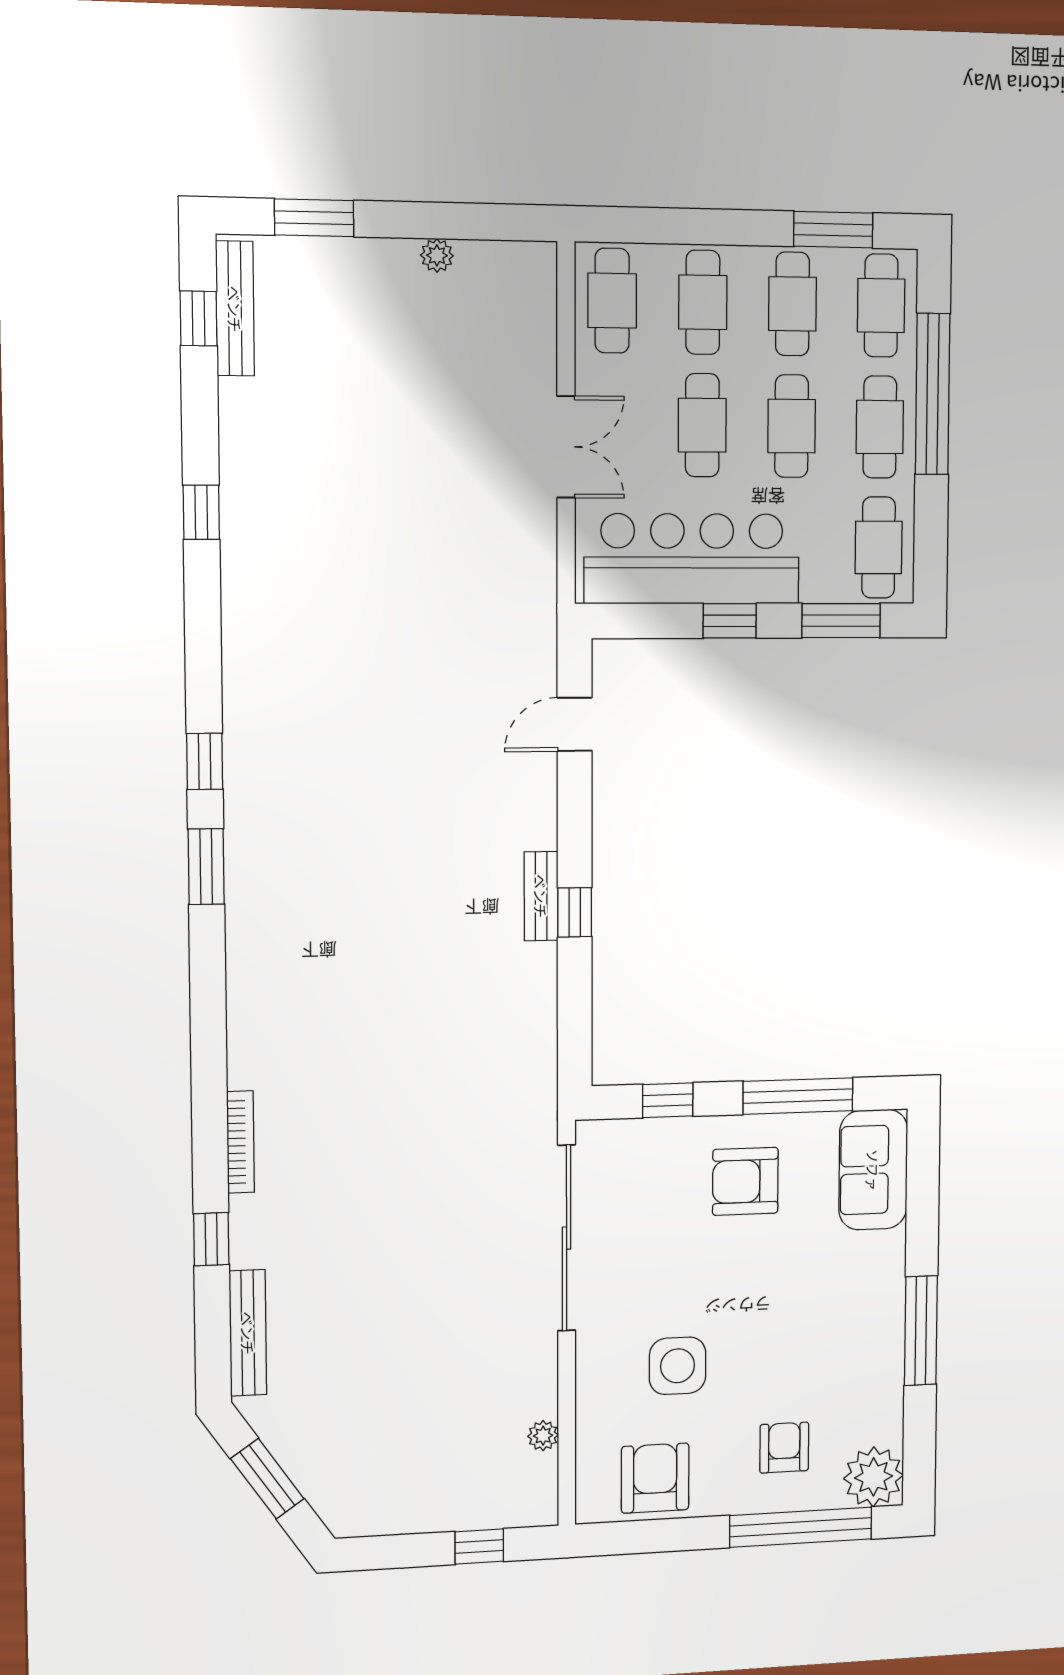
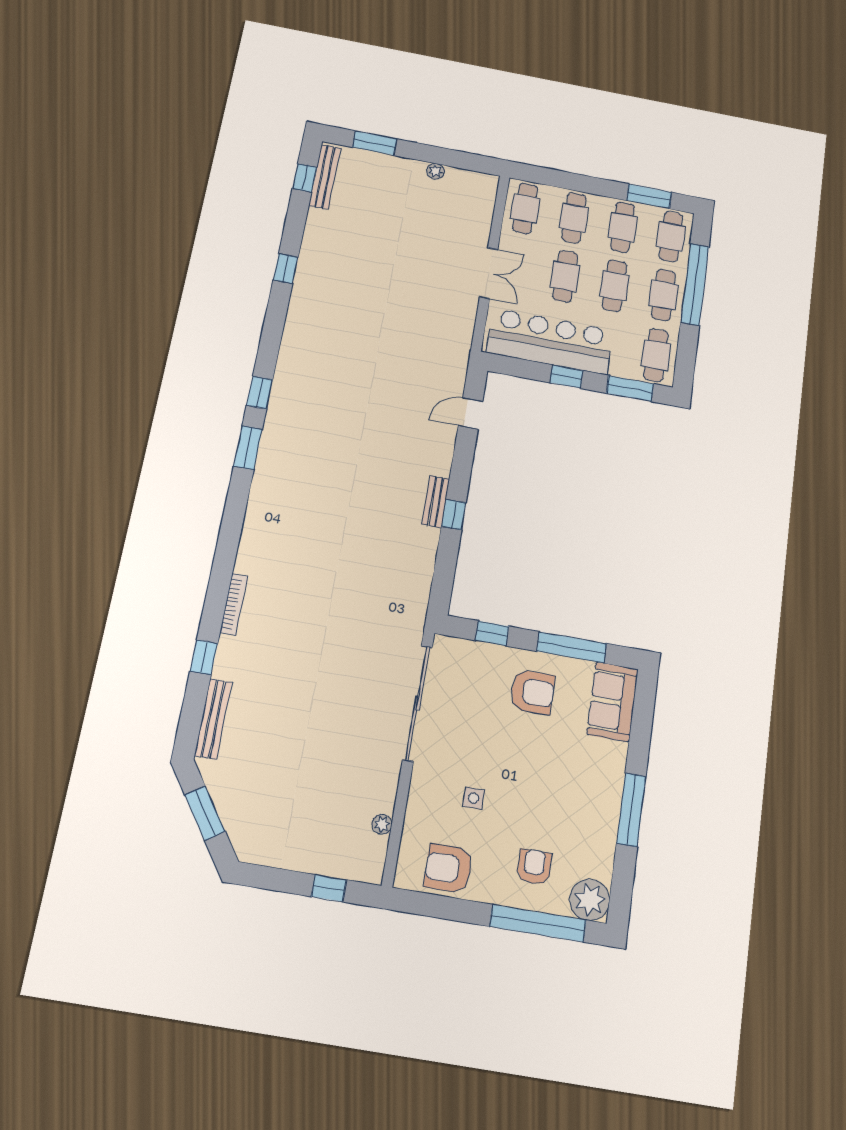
armchair: (745, 1181) -> (532, 692), turned 180
side table: (678, 1366) -> (474, 798), width x0.54, depth x0.54
armchair: (655, 1478) -> (448, 868), turned -90

